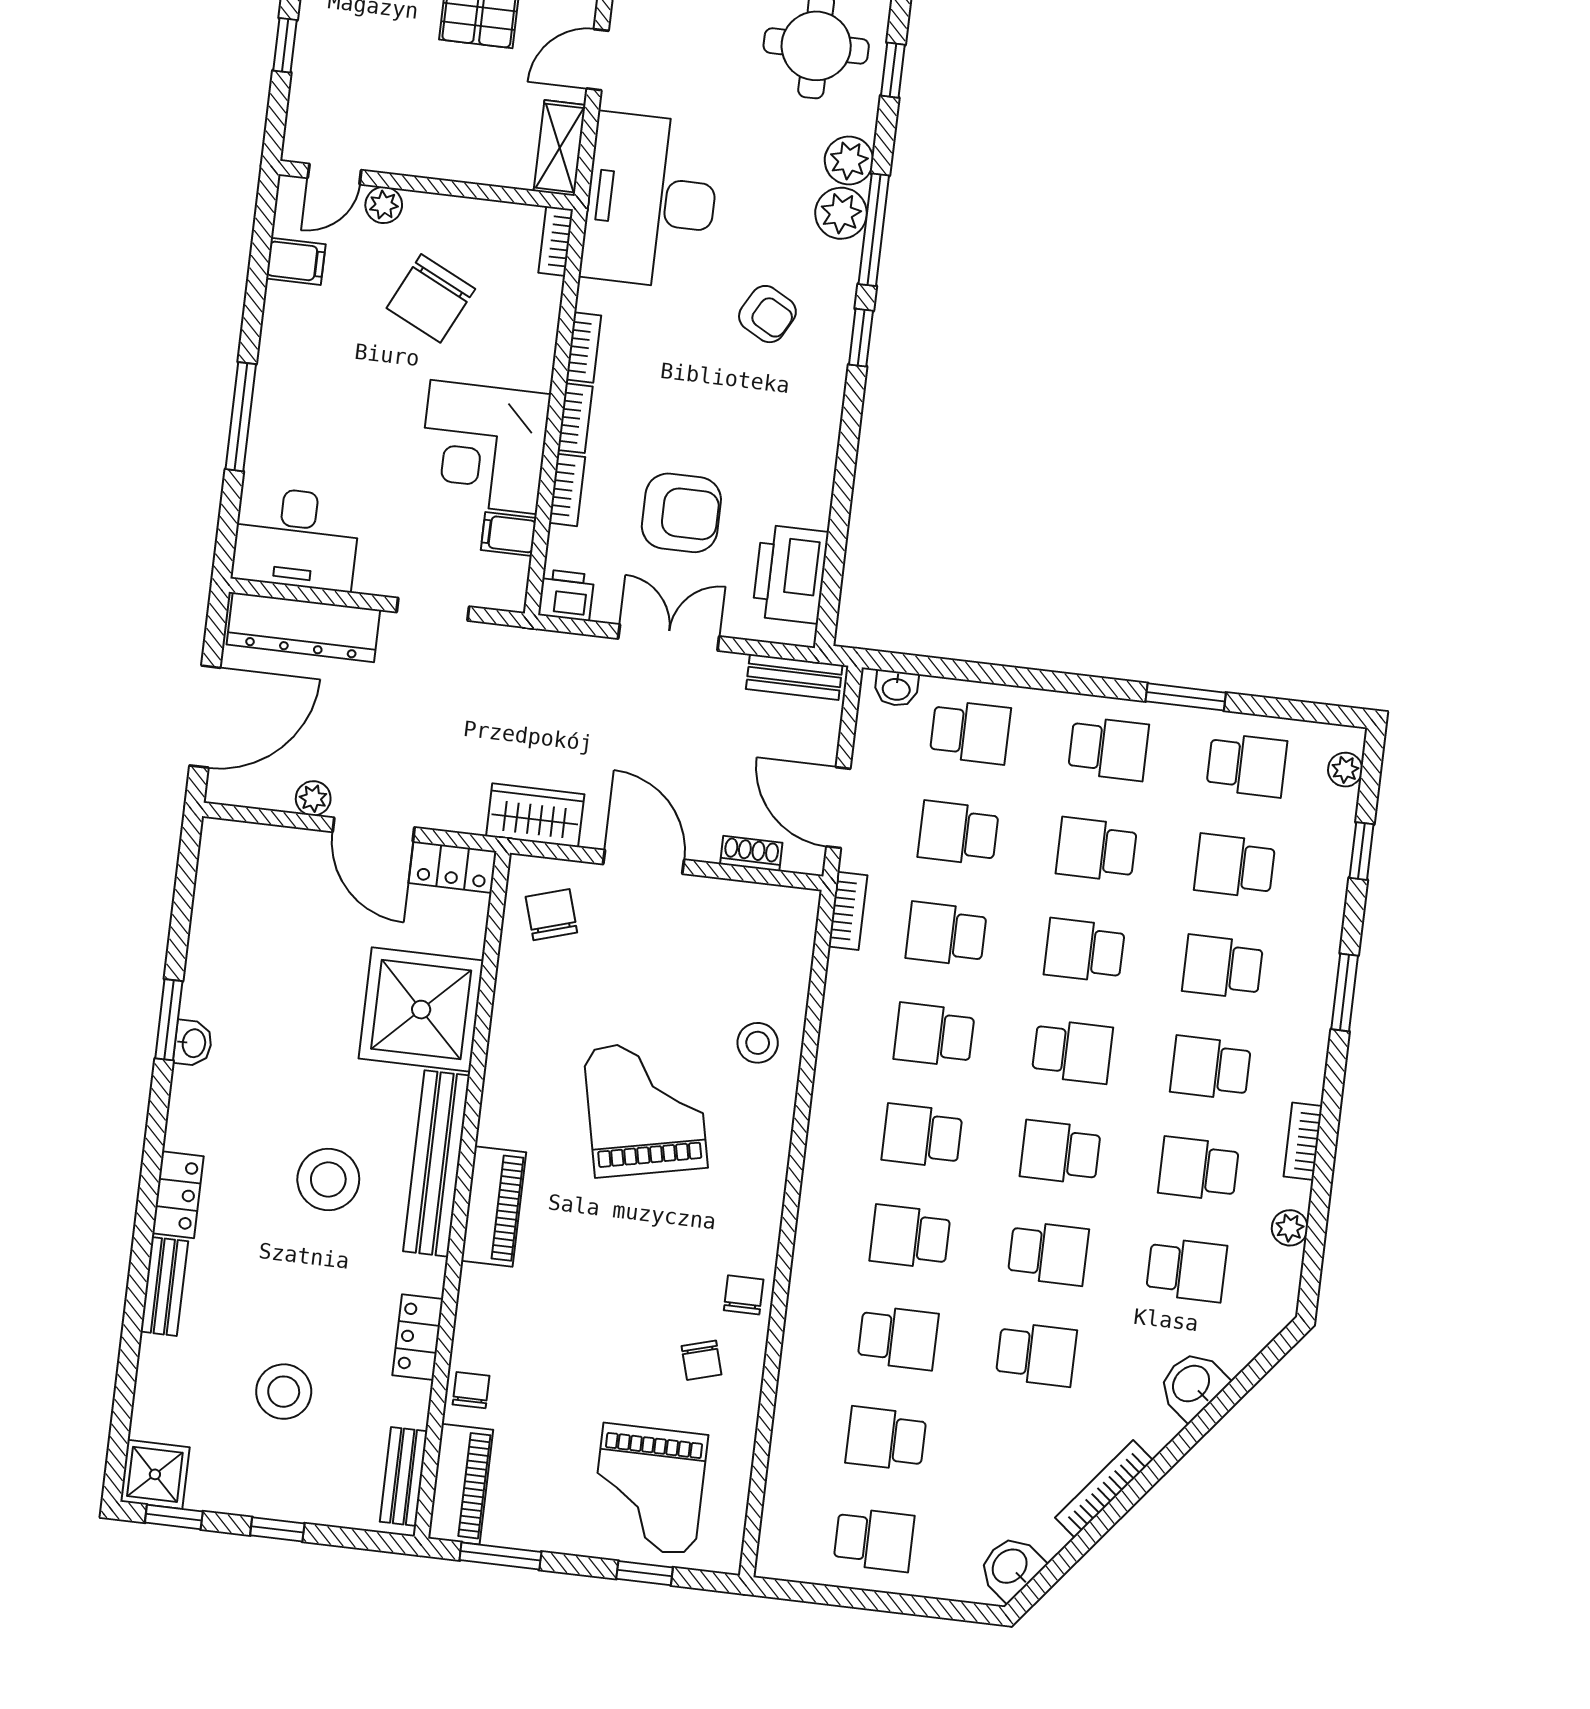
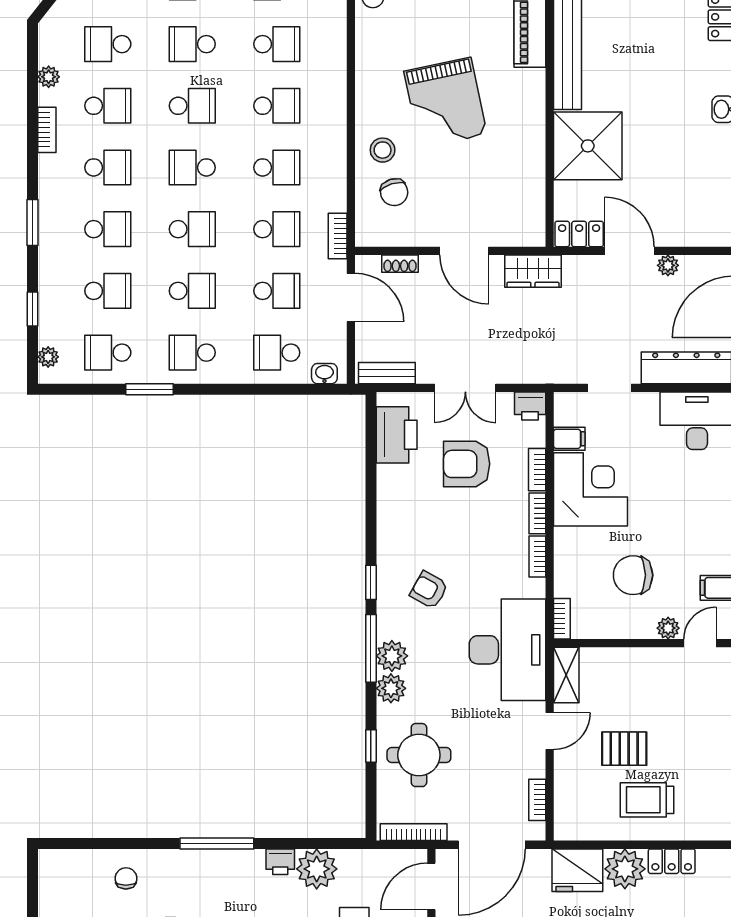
chair: (431, 298) -> (633, 575), turned -116
chair: (551, 915) -> (394, 192), moved
stool: (328, 1179) -> (631, 37), removed

